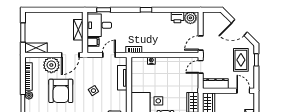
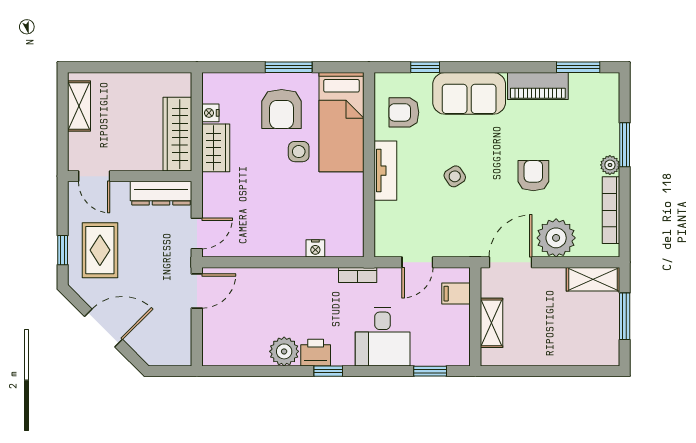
printer: (177, 17) -> (316, 353), moved
plant: (190, 18) -> (284, 351), moved
desk: (99, 25) -> (383, 337), moved, turned 90
tv unit: (122, 78) -> (385, 171), moved
armchair: (61, 91) -> (533, 176), width x0.53, depth x0.53

